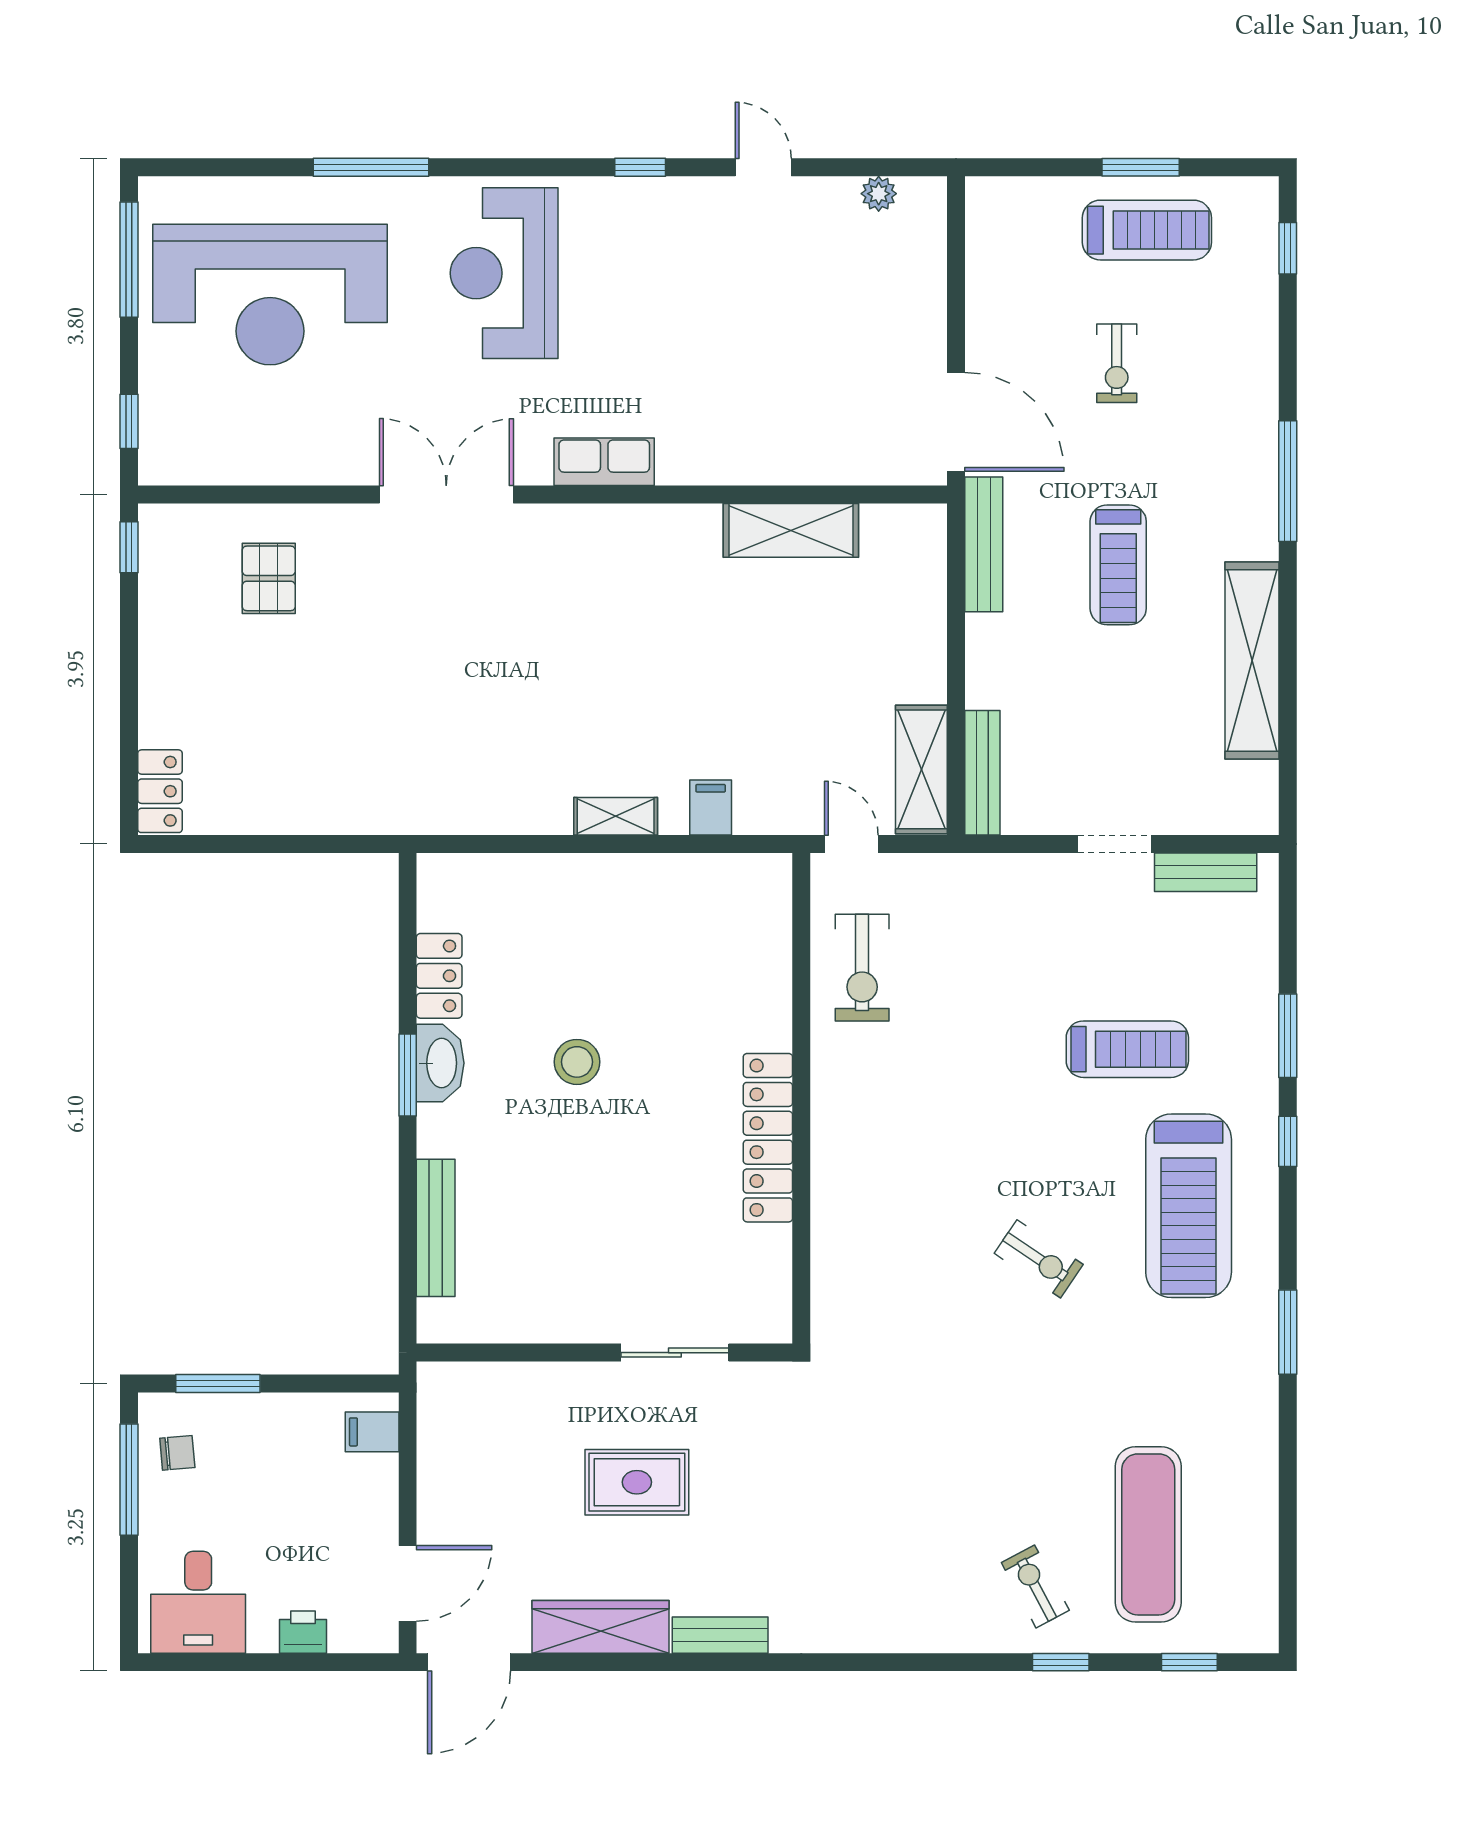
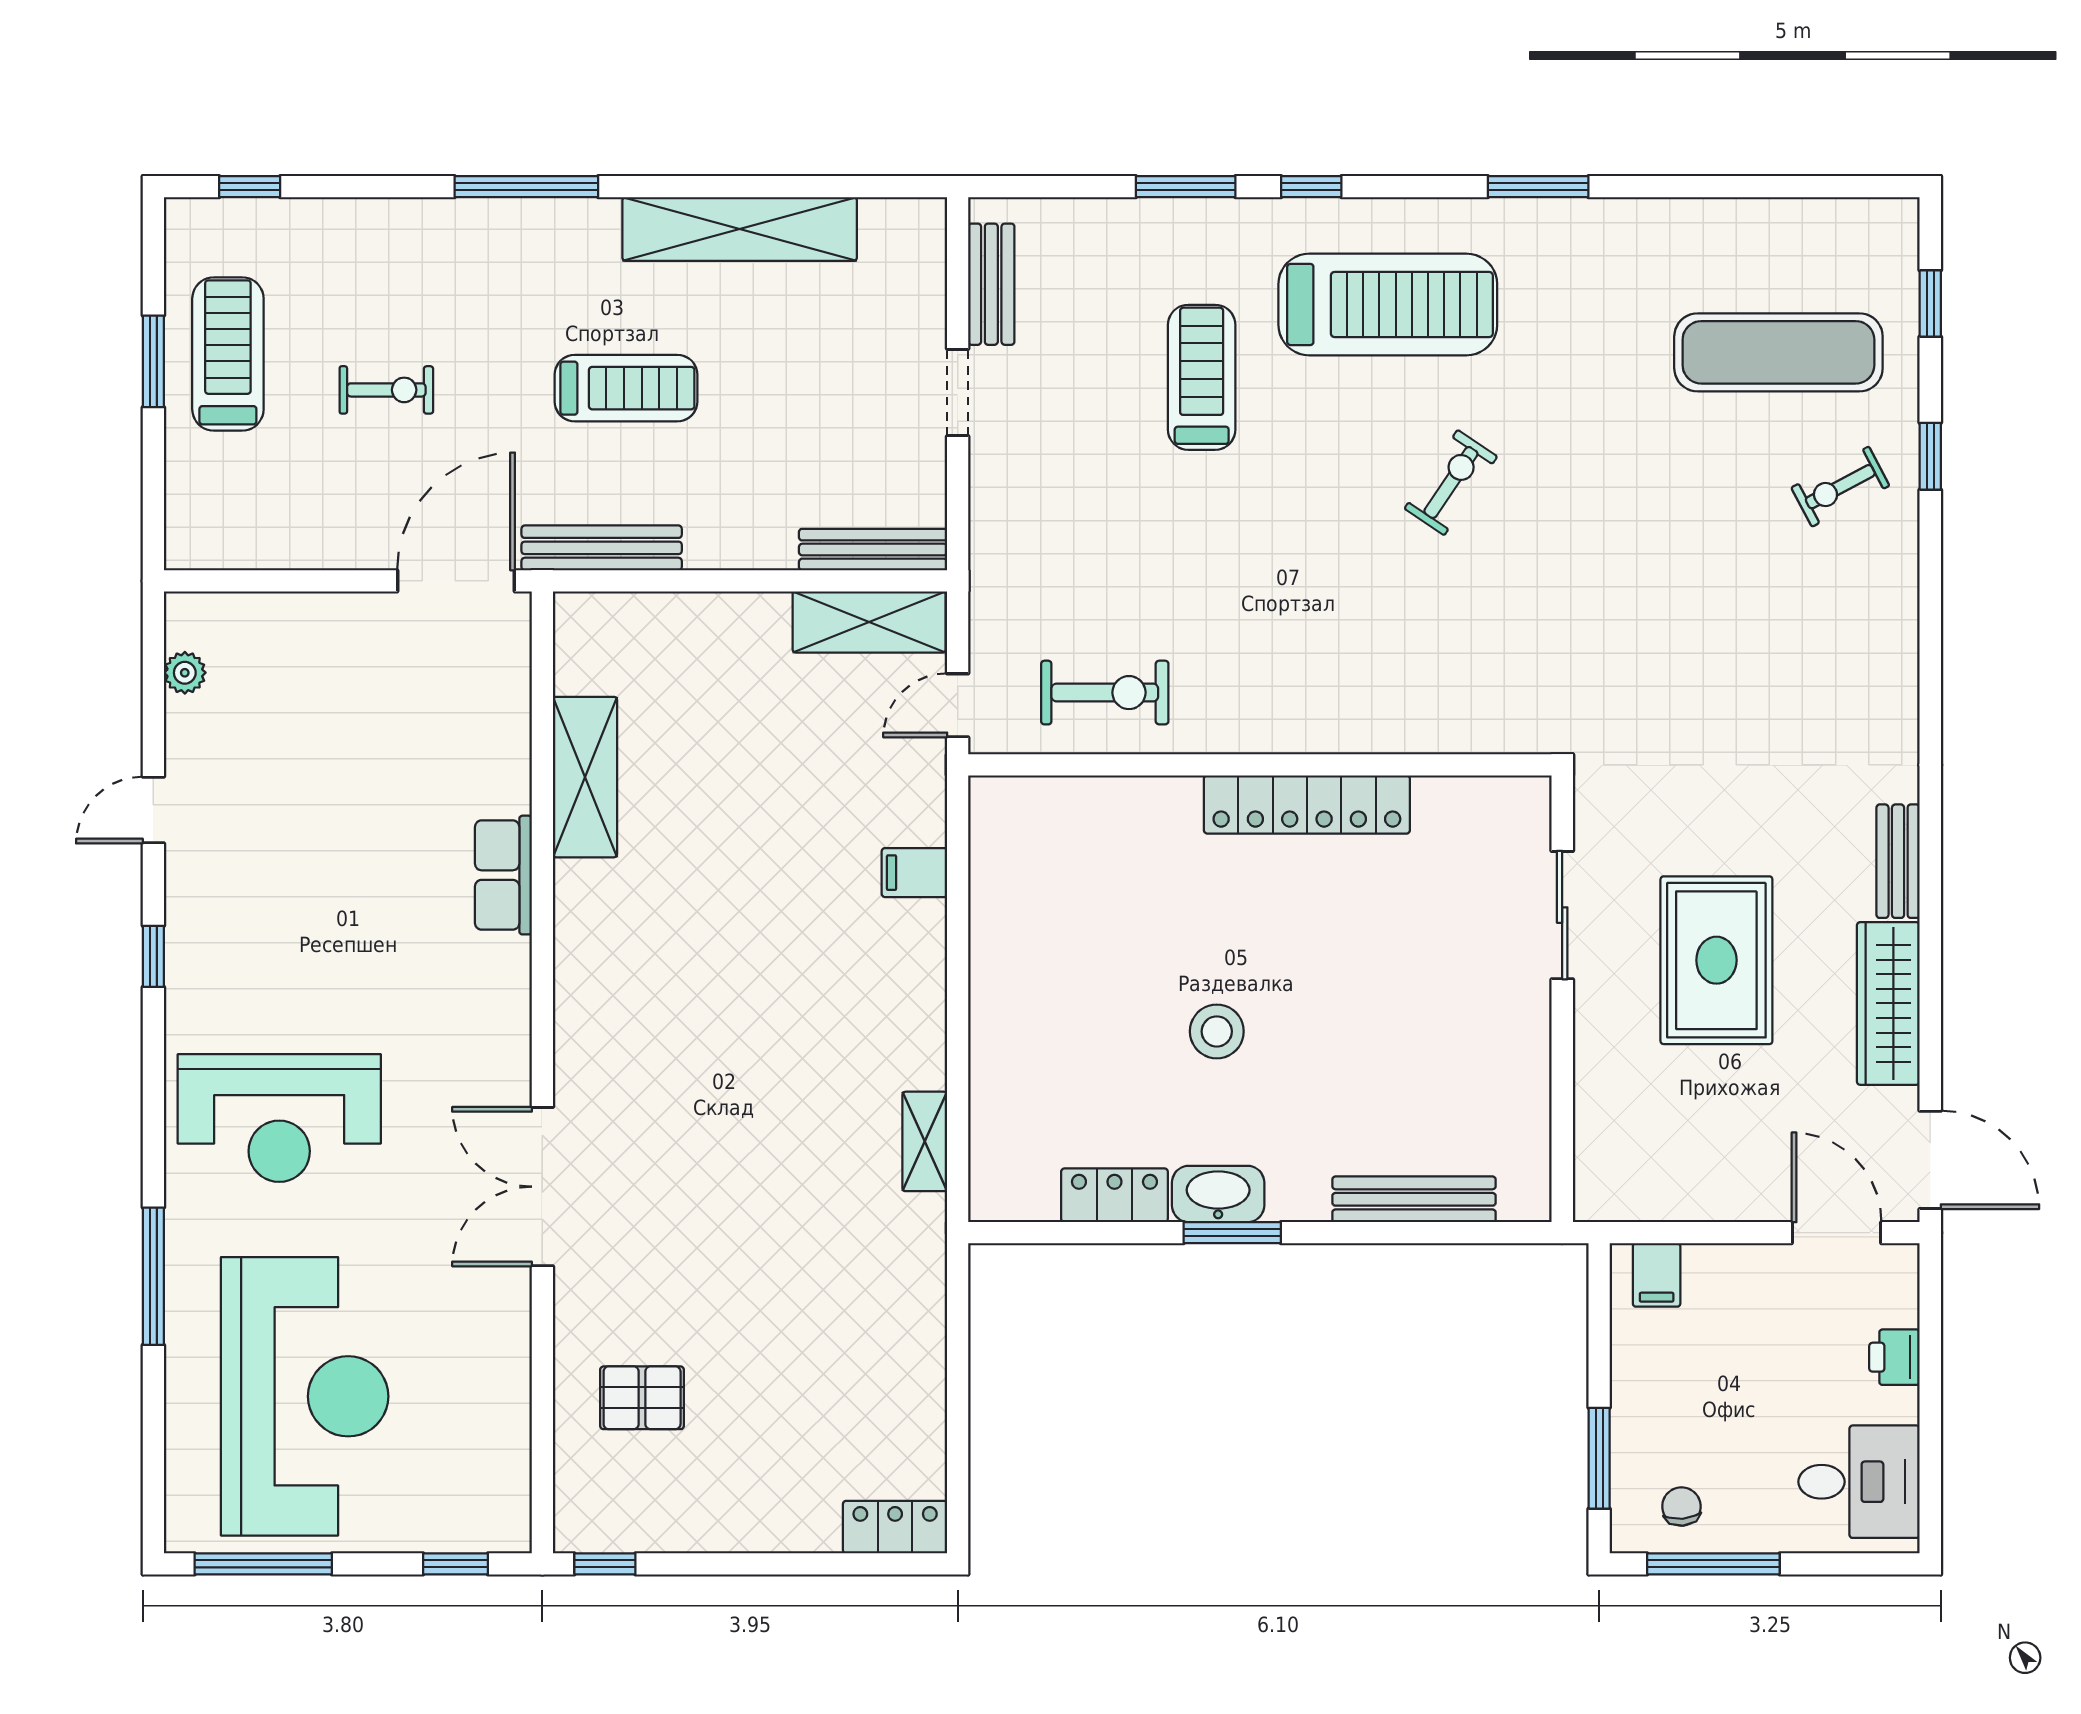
row of seats: (604, 462) -> (503, 875), moved
shelving: (616, 816) -> (925, 1141), moved
rug: (637, 1482) -> (1716, 960), width x1.36, depth x1.43

